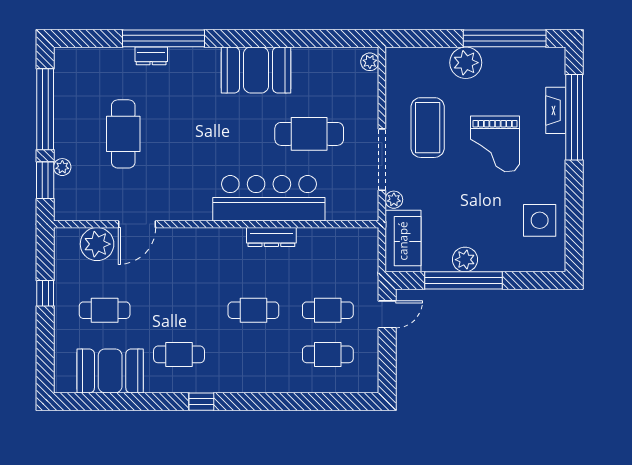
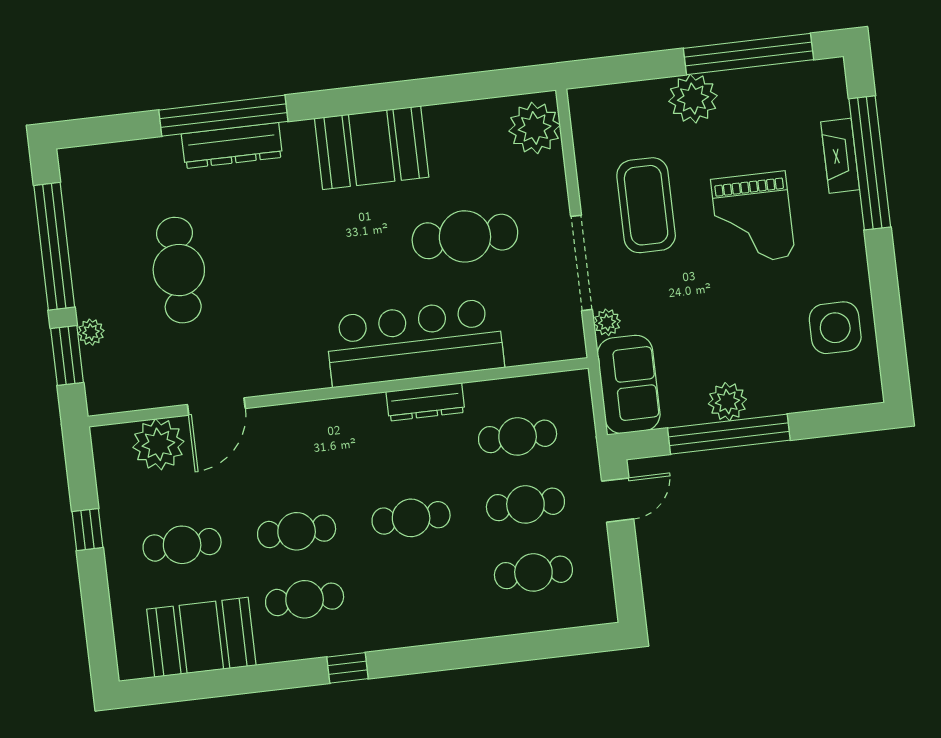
dresser: (151, 56) -> (232, 146), width x1.96, depth x1.24
plant: (370, 62) -> (535, 128), width x1.87, depth x1.87
cafe table: (328, 266) -> (518, 436), added
cafe table: (179, 310) -> (297, 531), added

